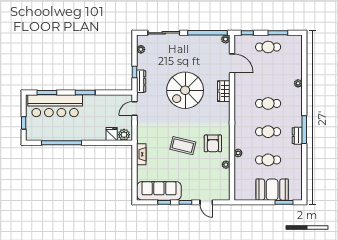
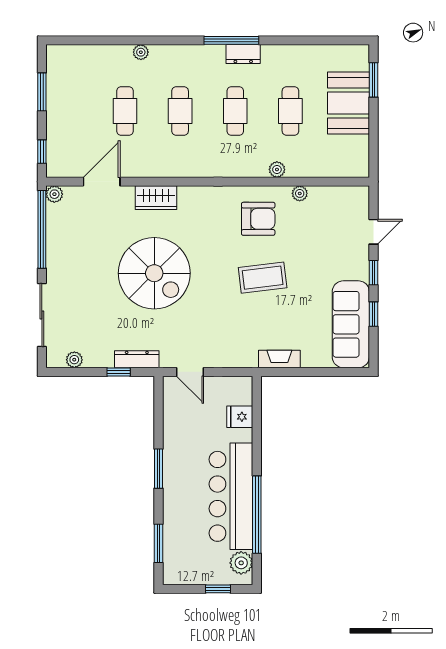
cafe table: (268, 47) -> (125, 111), moved
bar counter: (55, 106) -> (231, 496), moved, turned 180
plant: (124, 135) -> (241, 563), moved
coffee table: (183, 146) -> (263, 278), turned 69

